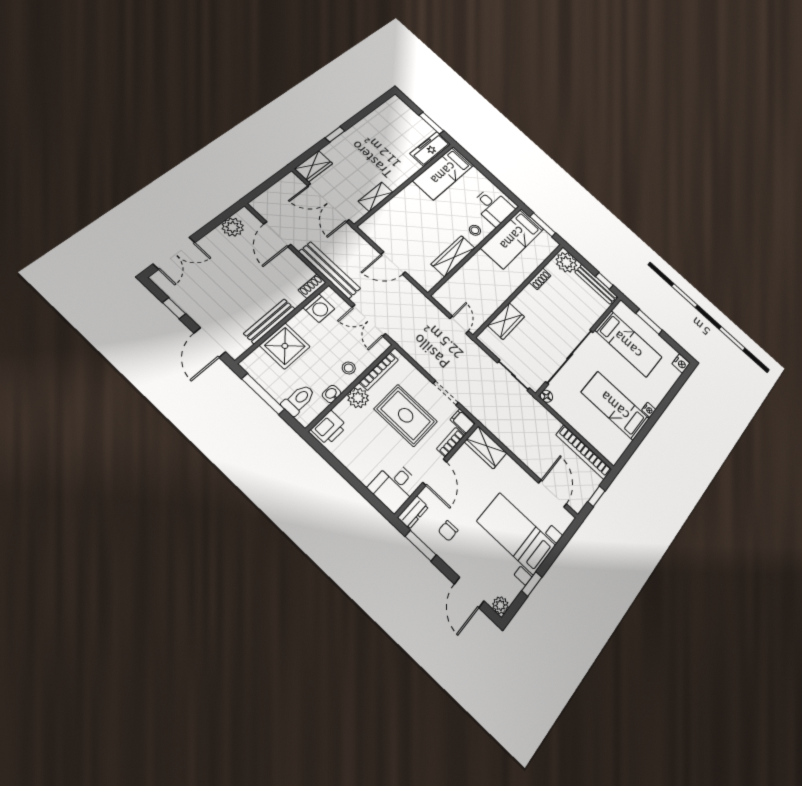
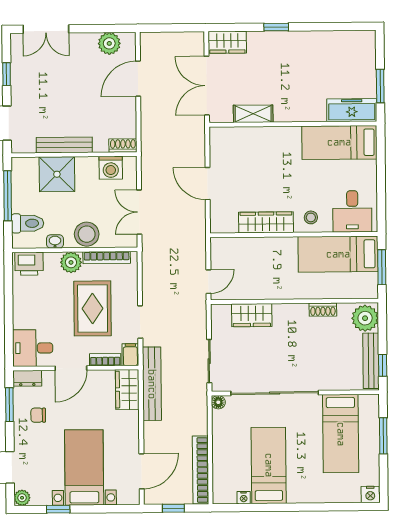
bench: (329, 270) -> (152, 384), moved
stool: (349, 368) -> (87, 234), width x1.89, depth x1.89
nightstand: (649, 410) -> (244, 498), moved

